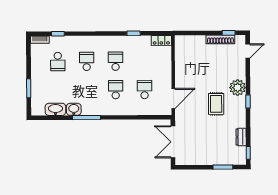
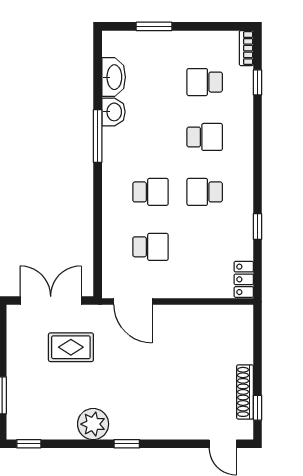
school desk: (115, 61) -> (205, 192), turned 180
plant: (238, 88) -> (93, 424), moved
rug: (216, 104) -> (71, 347), moved
dresser: (241, 137) -> (59, 430), removed

